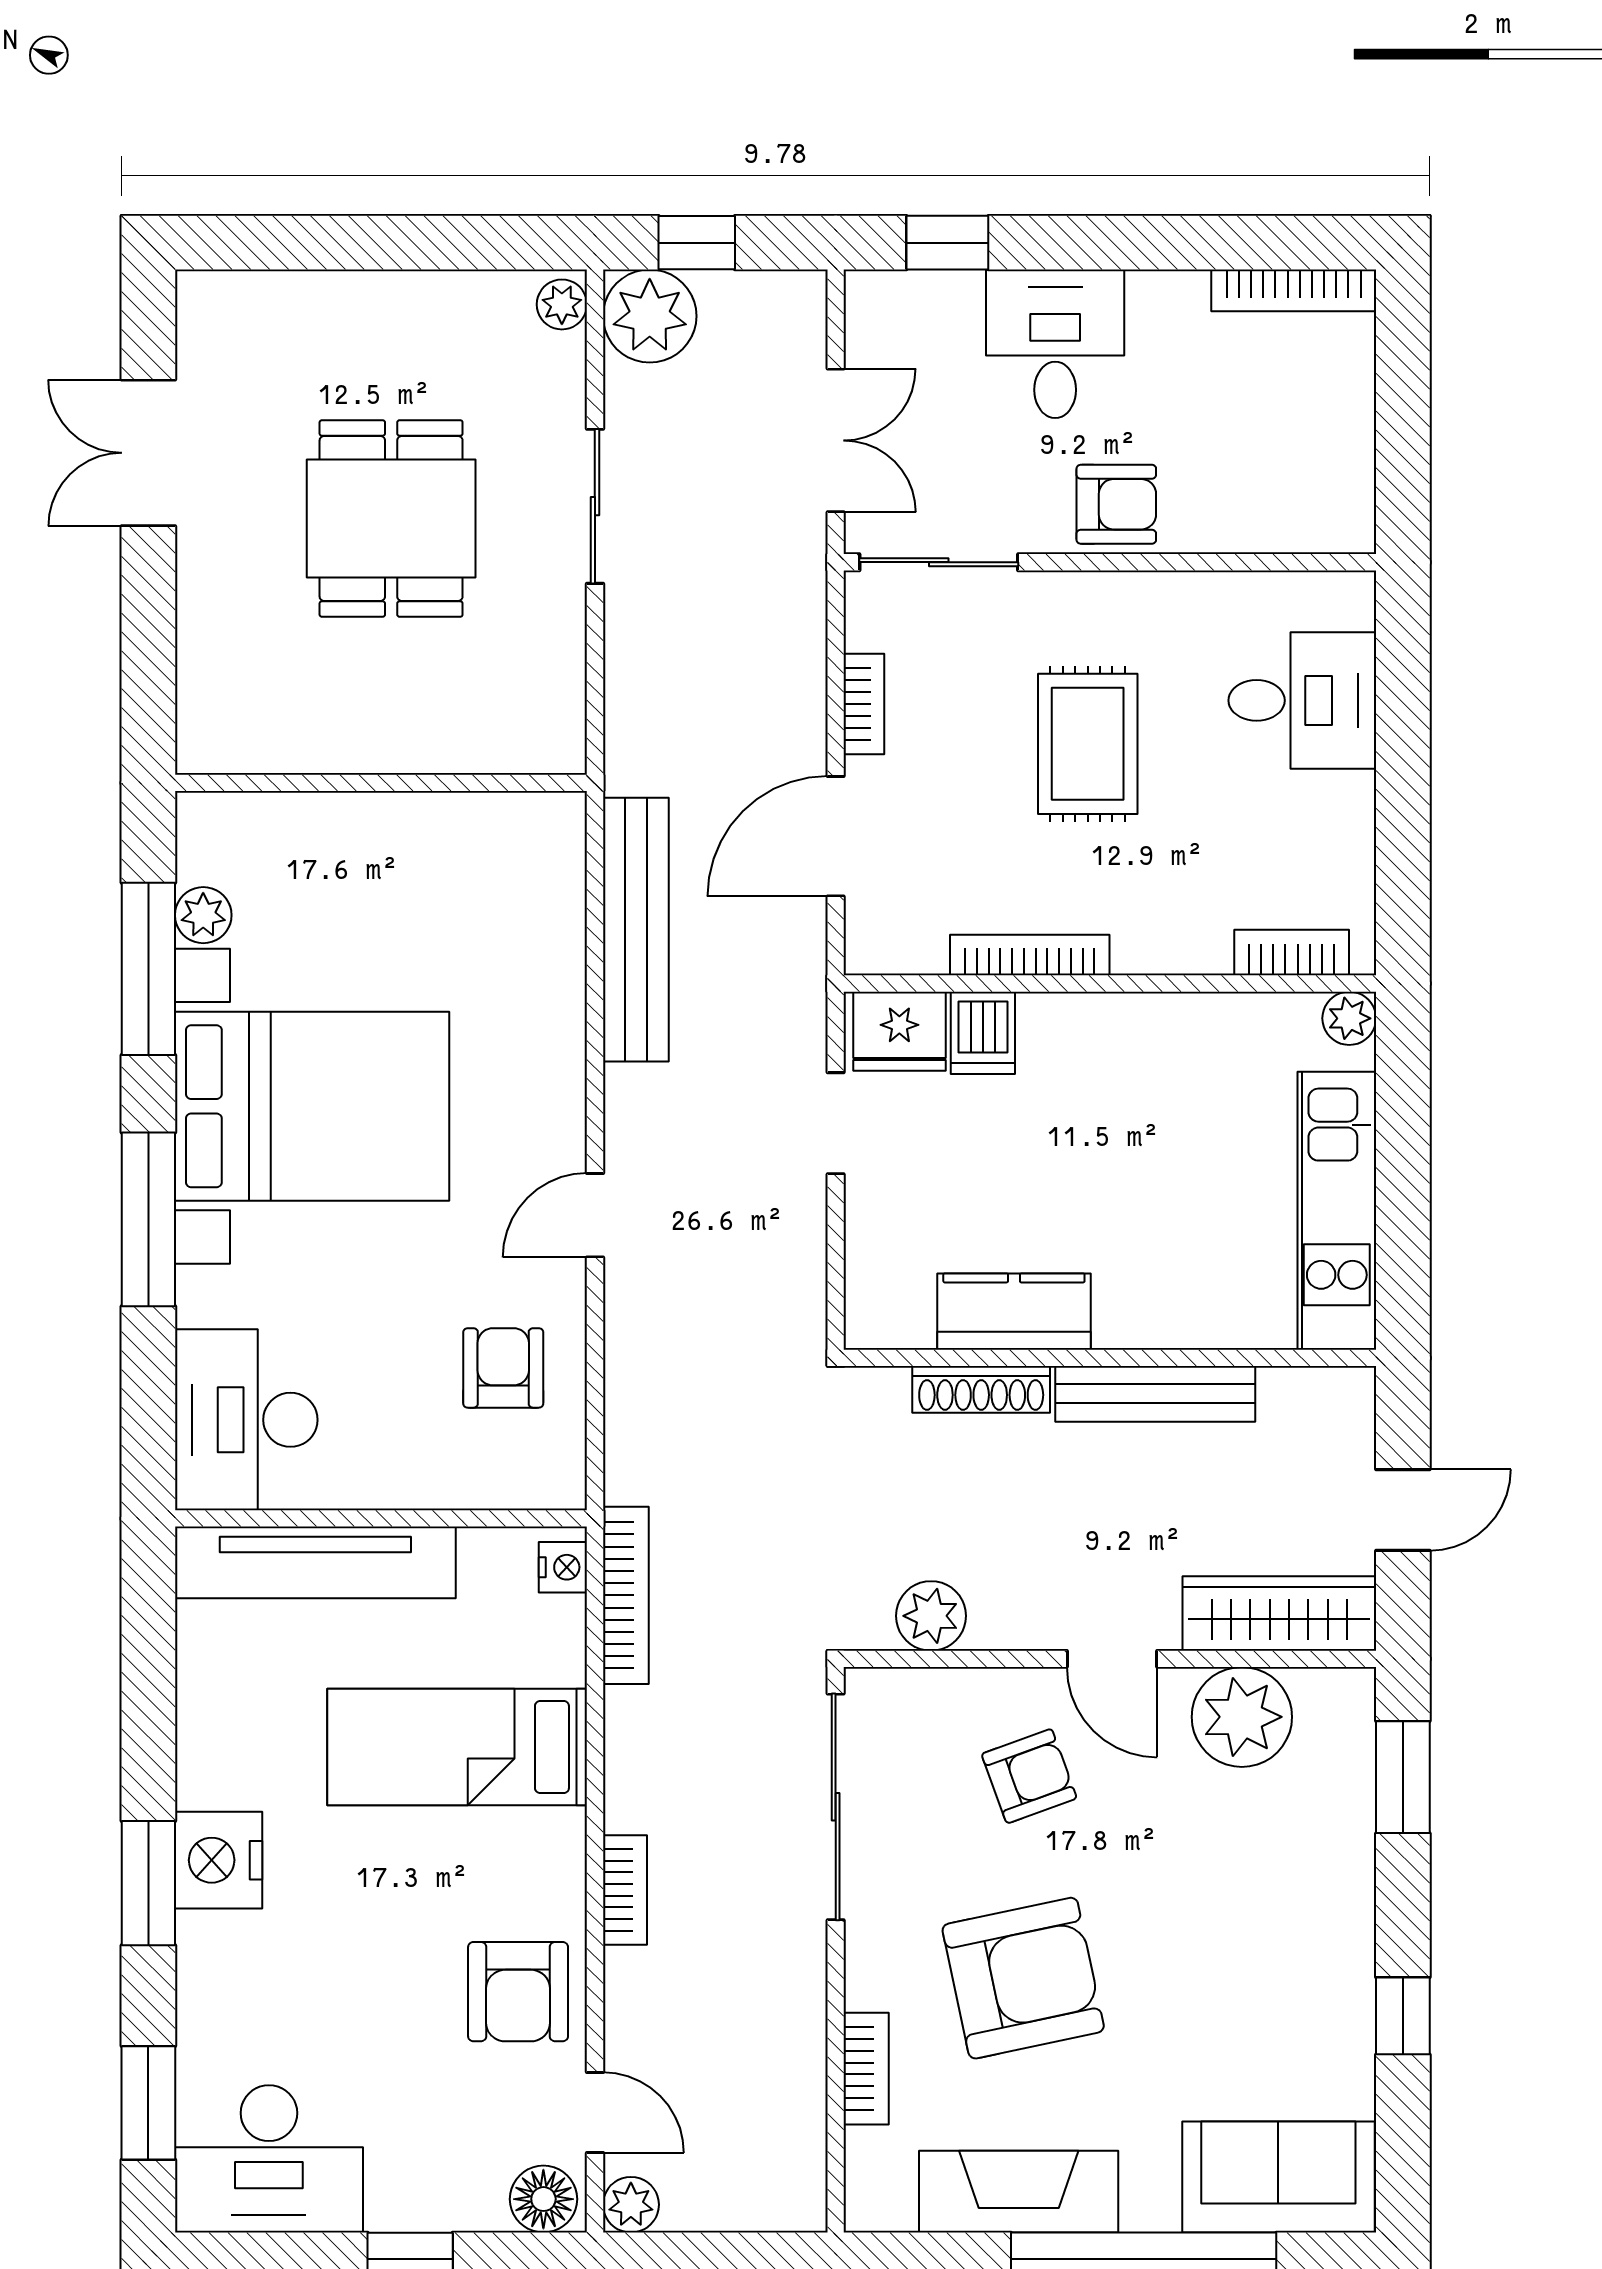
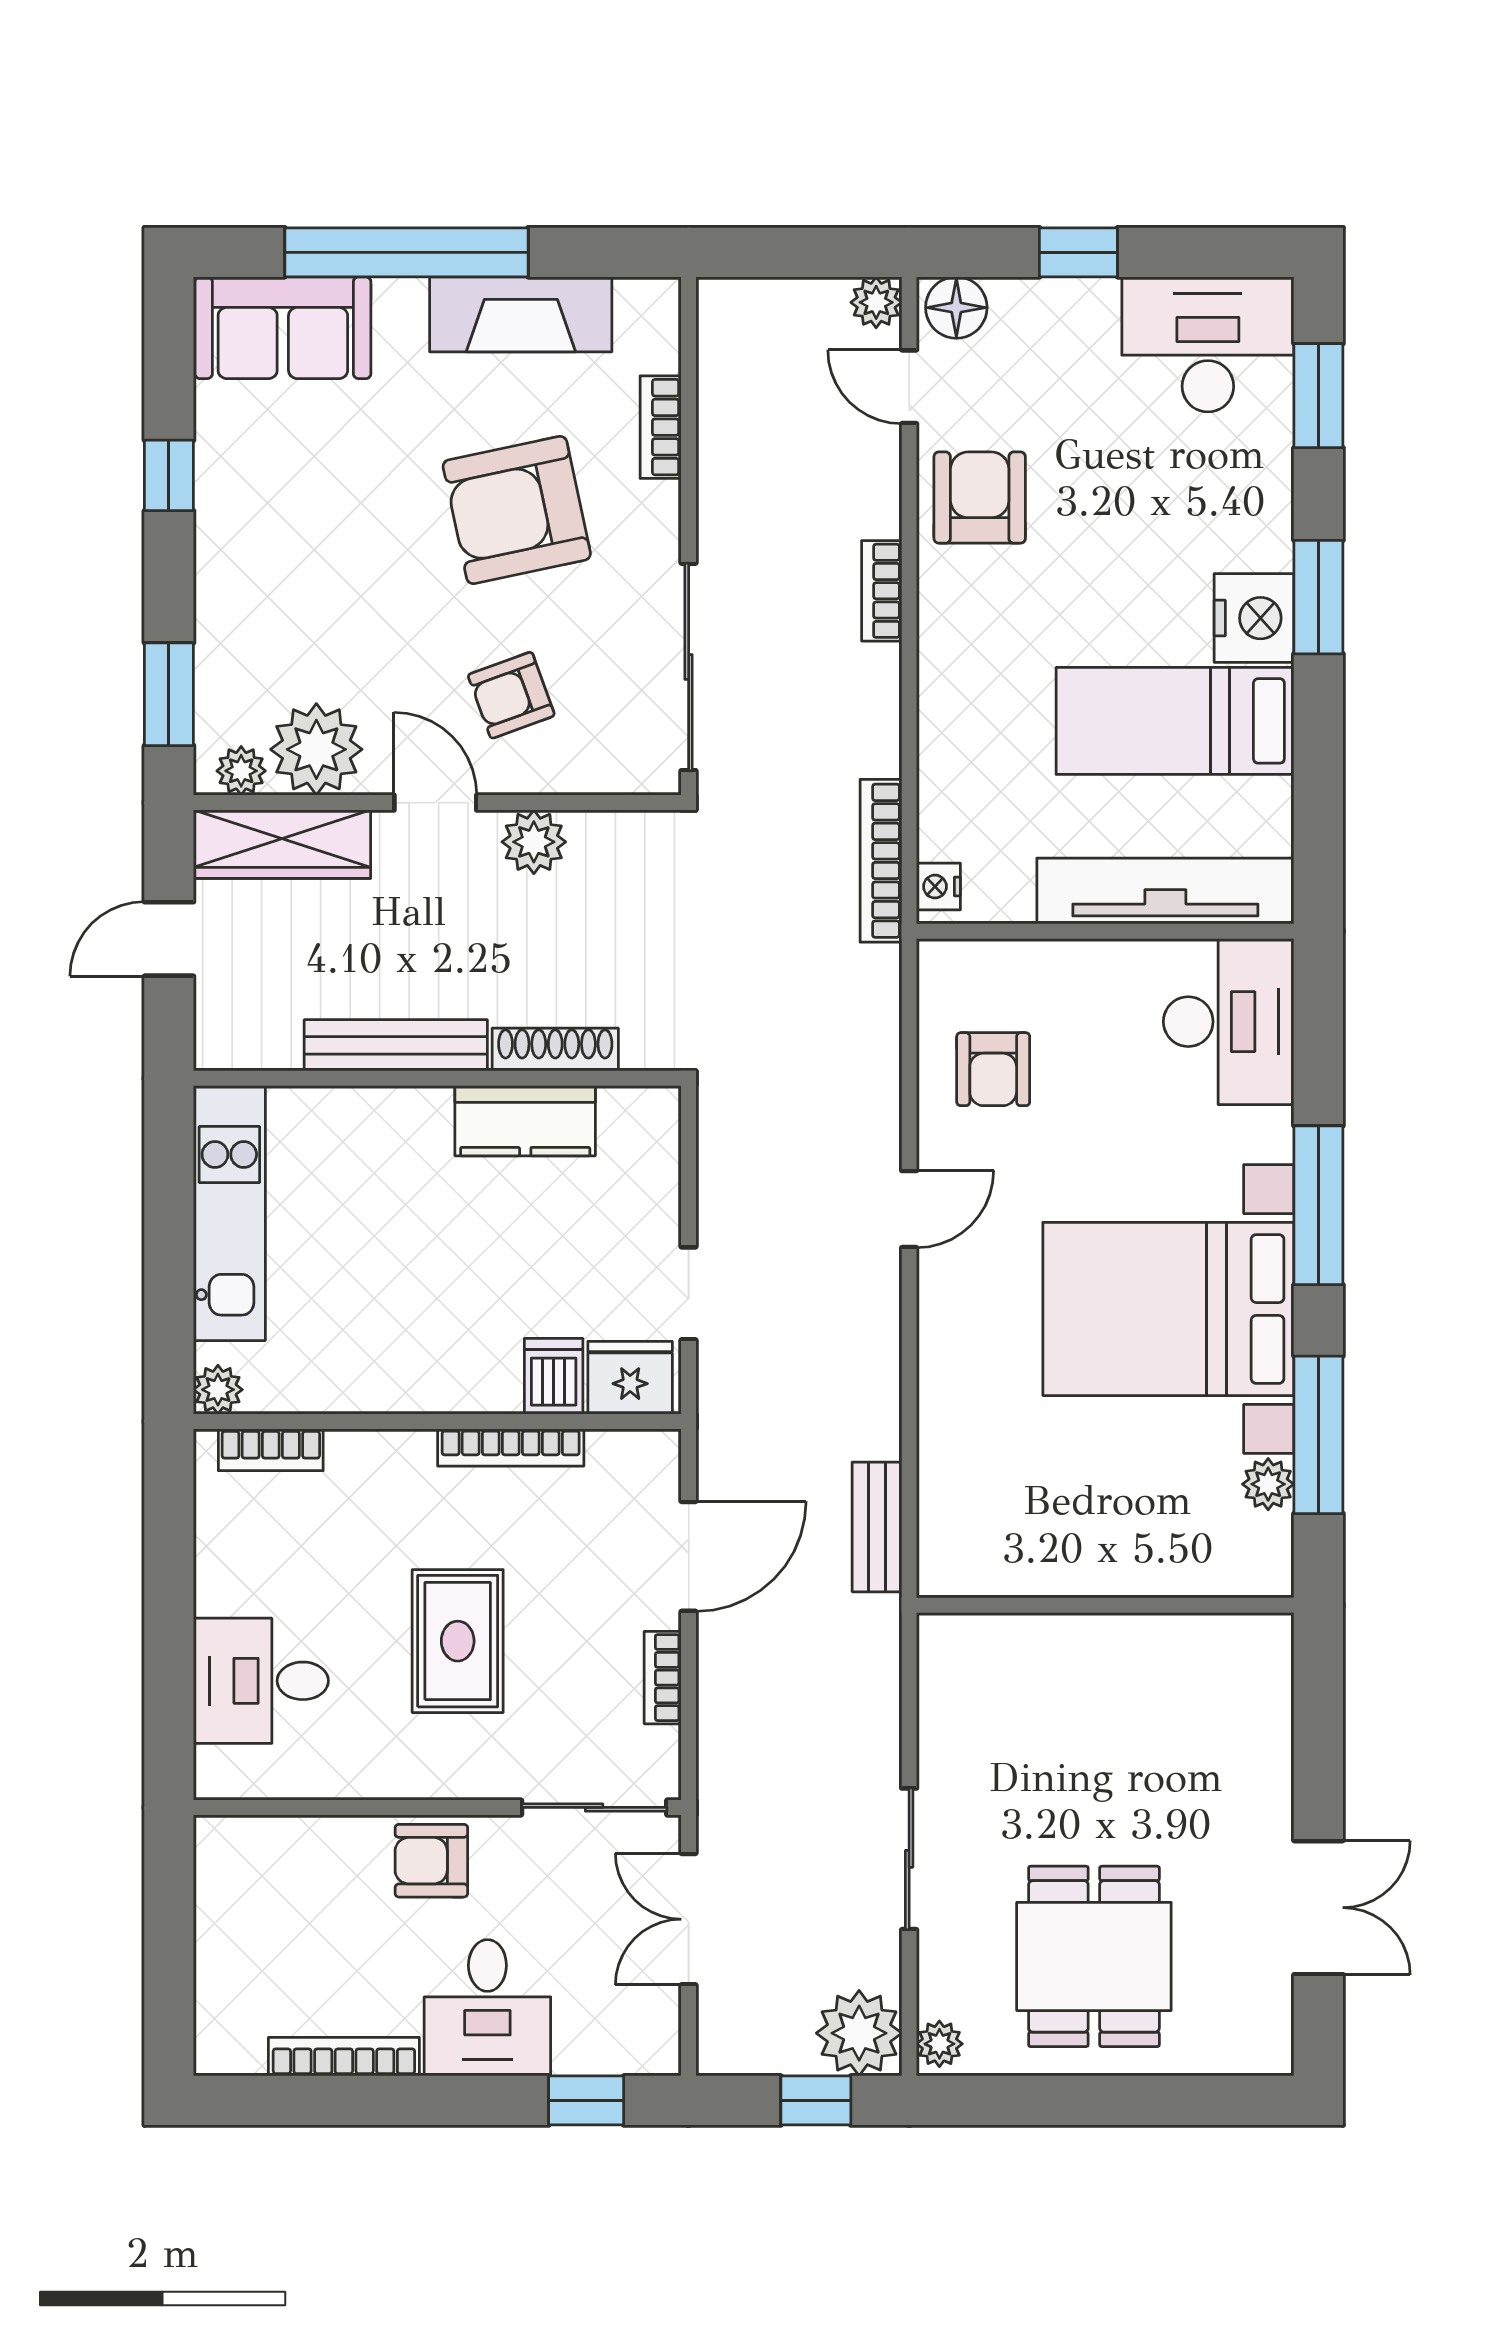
bookcase: (1294, 290) -> (344, 2057), moved
dining table: (391, 518) -> (1094, 1956), moved
bench: (636, 930) -> (877, 1527), width x0.54, depth x0.82
plant: (931, 1616) -> (534, 842), moved
plant: (1324, 1694) -> (241, 771), added
bed: (457, 1747) -> (1175, 721), moved, turned 180

